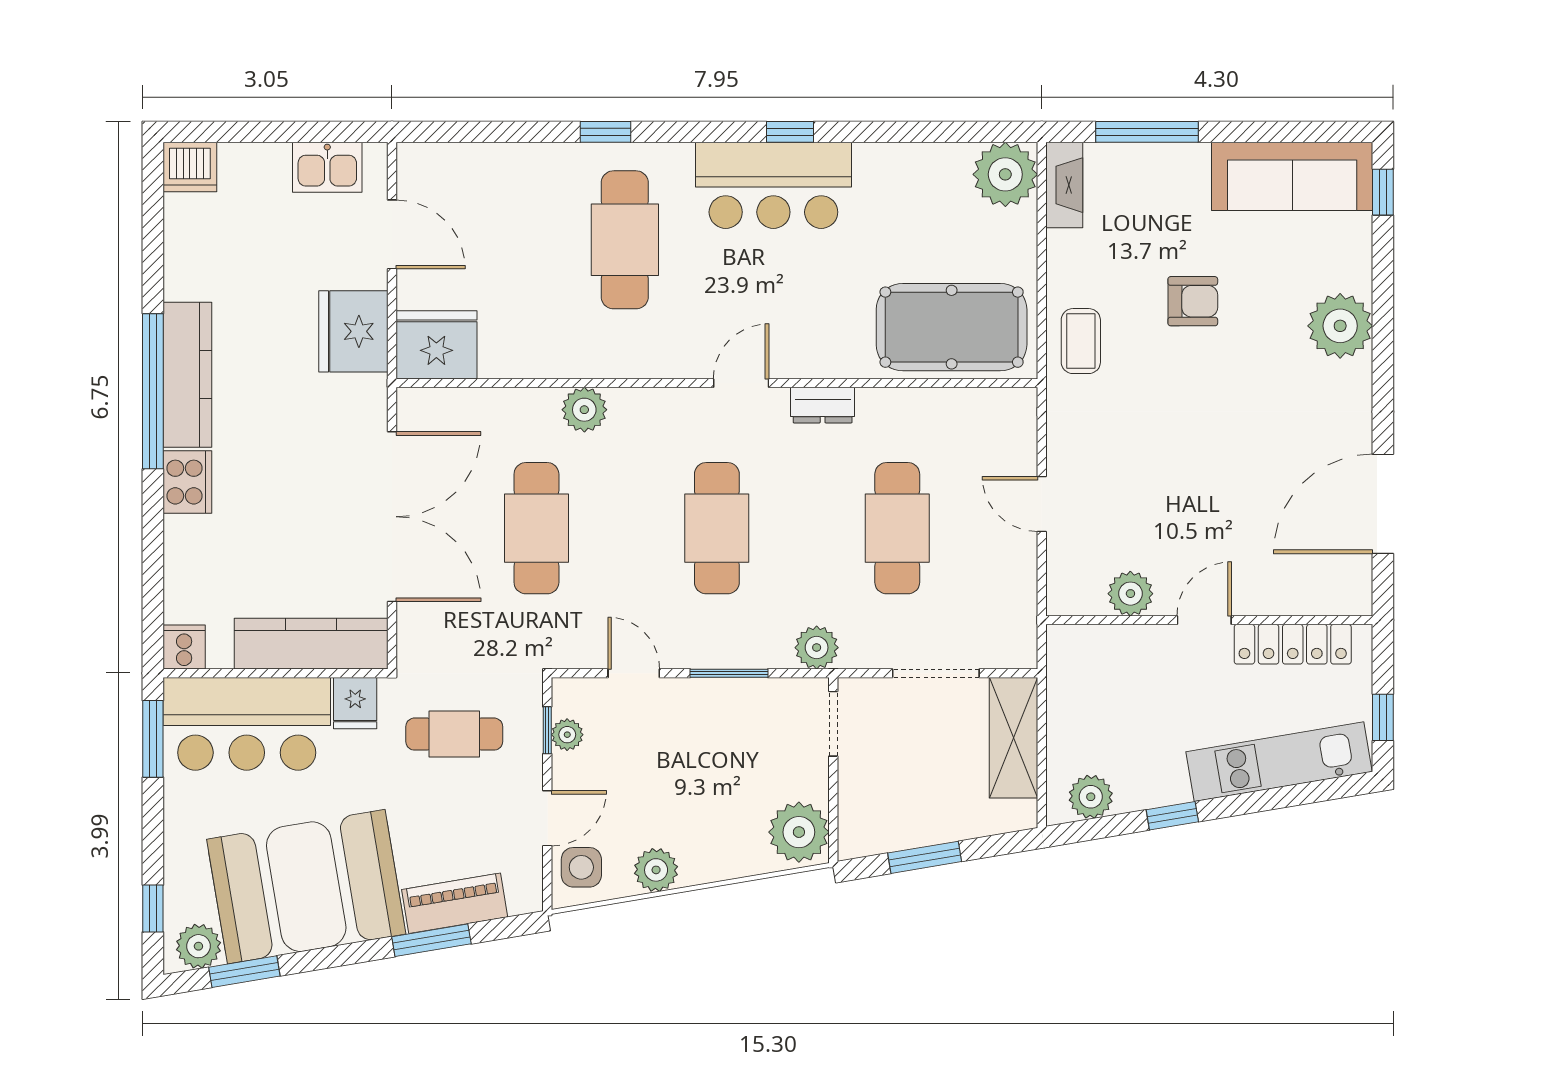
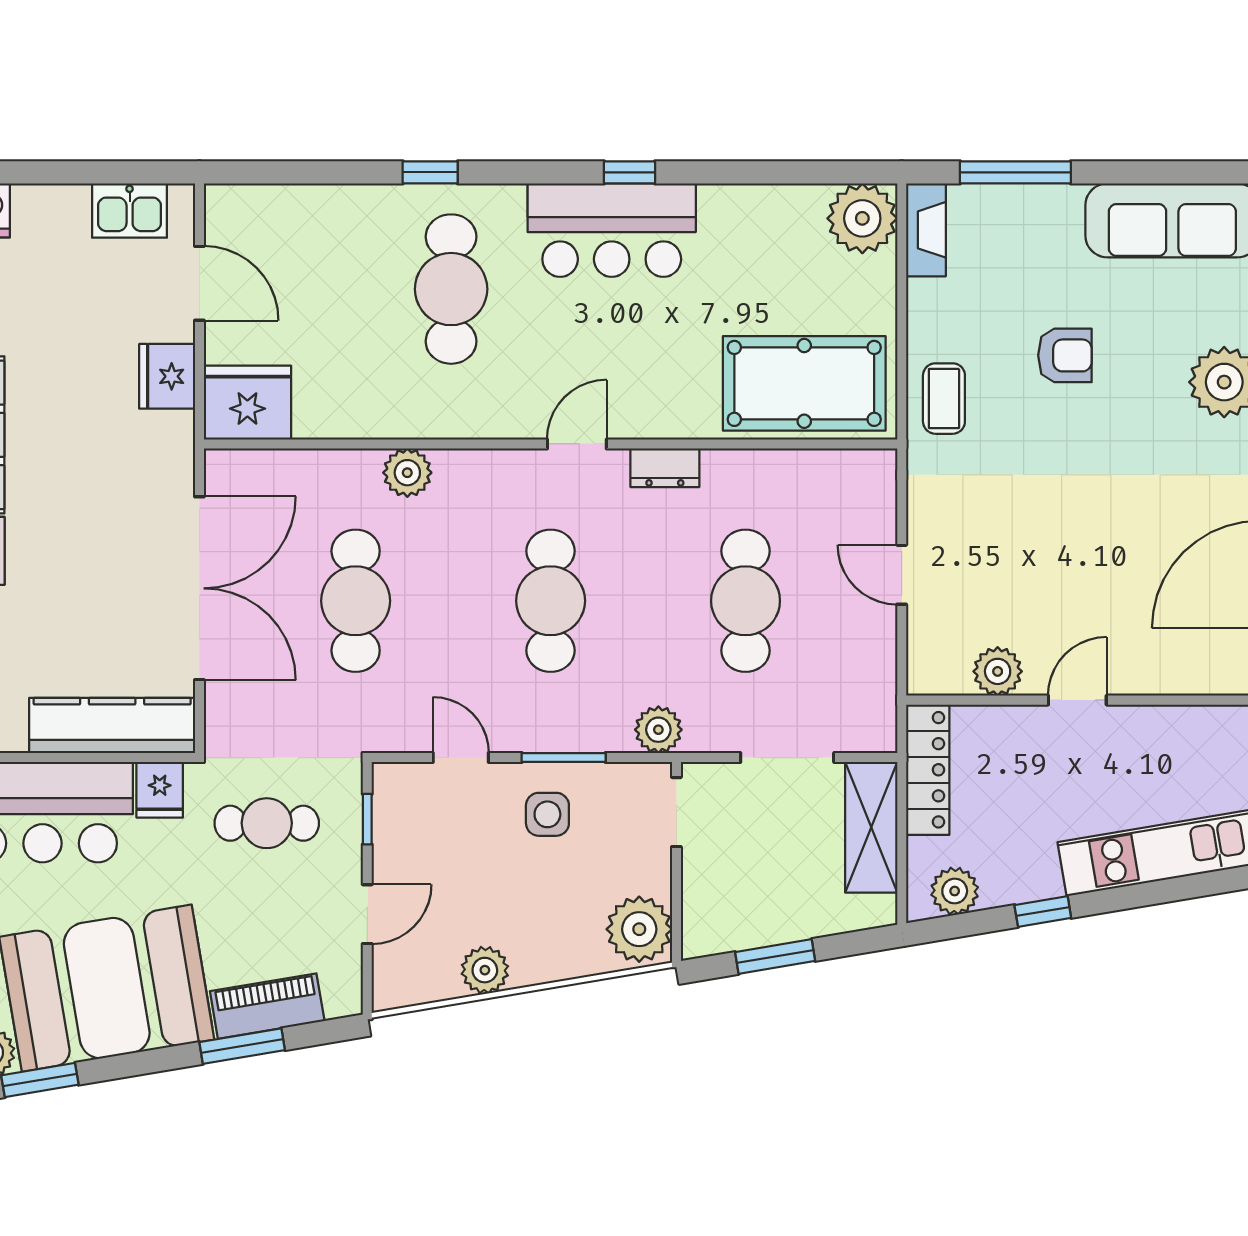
fridge: (353, 331) -> (167, 376), width x0.73, depth x0.75
locker: (1293, 644) -> (928, 770), moved, turned -90
plant: (567, 735) -> (389, 824), removed
side table: (581, 867) -> (547, 814), moved

